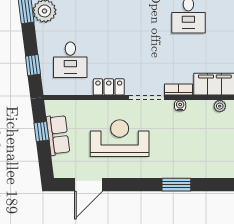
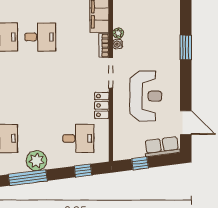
plant: (220, 106) -> (118, 33), moved
row of seats: (58, 135) -> (162, 147), moved
reception desk: (120, 138) -> (146, 96), turned 180

